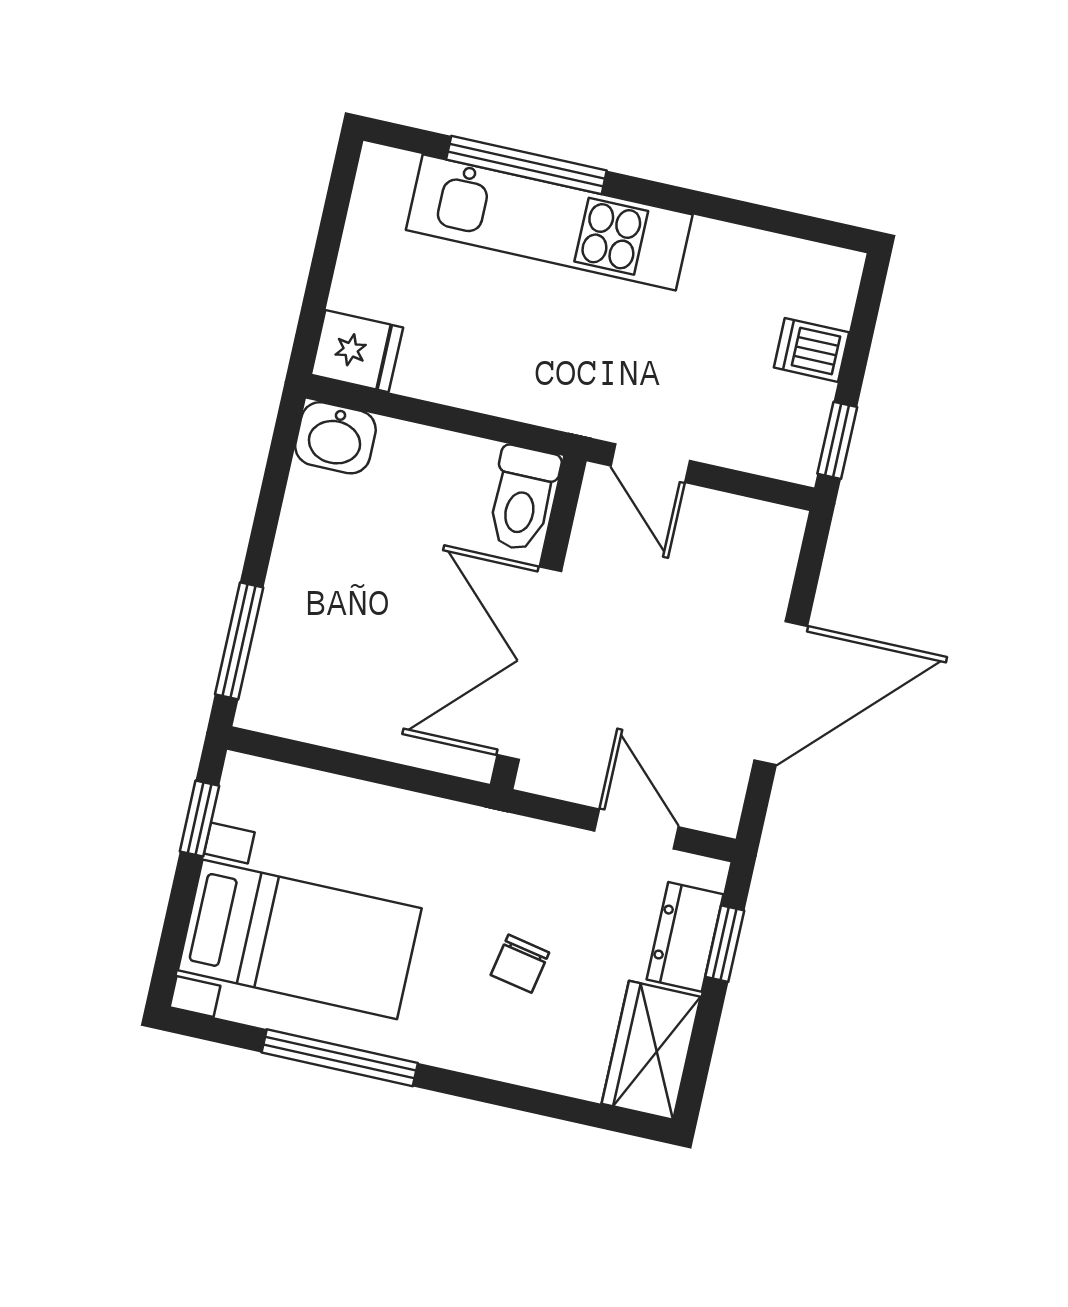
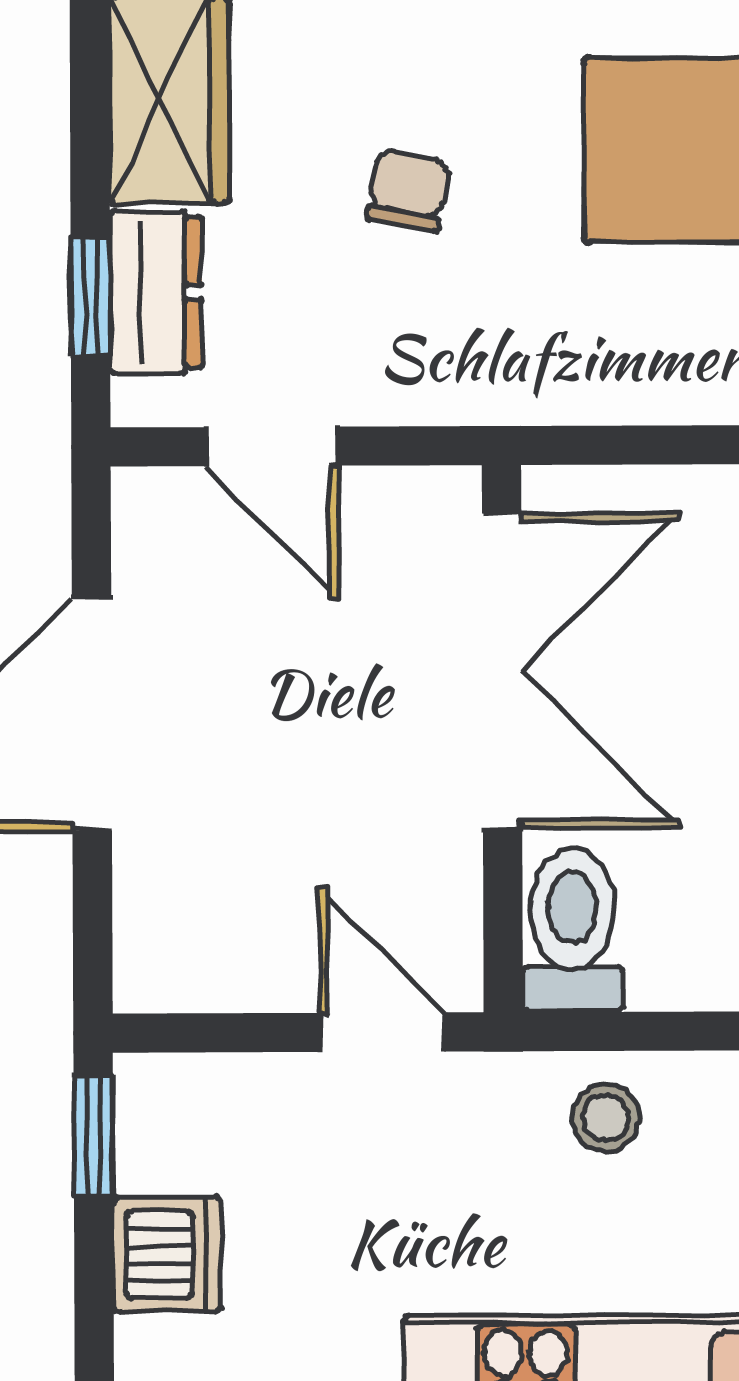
dishwasher: (811, 350) -> (167, 1254), width x1.38
stool: (528, 382) -> (605, 1118), added

